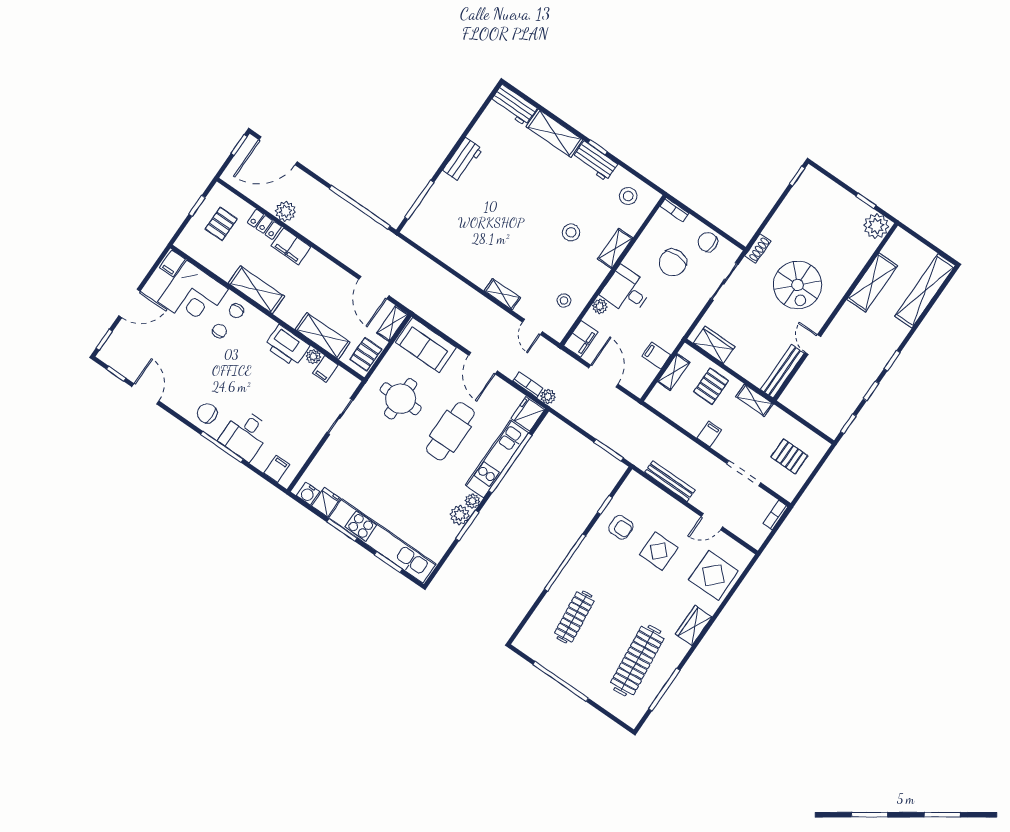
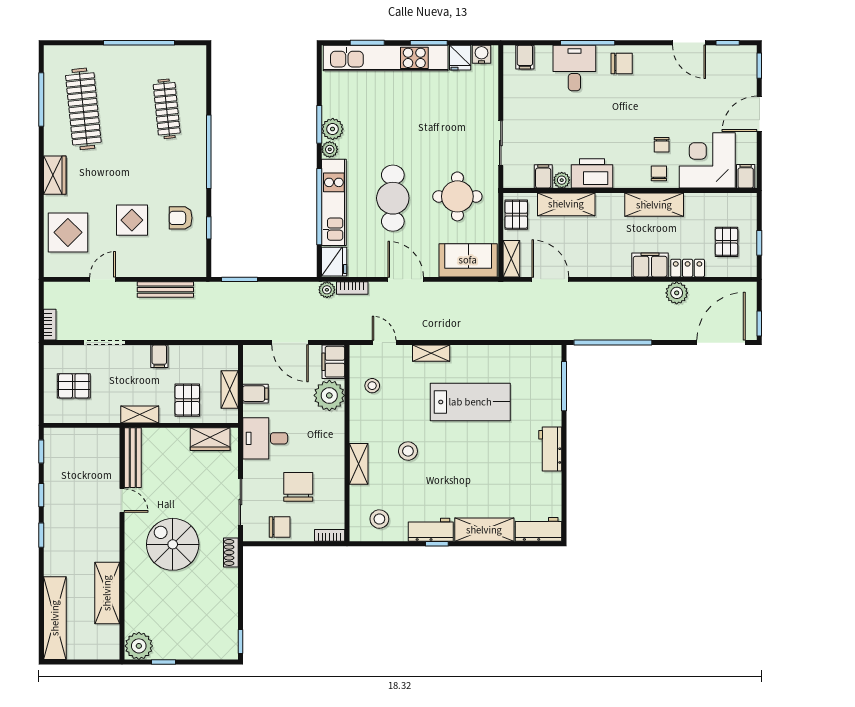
lab bench: (498, 237) -> (470, 402), added
desk: (626, 291) -> (265, 438), moved, turned 180
plant: (600, 306) -> (329, 395), width x1.88, depth x1.88

